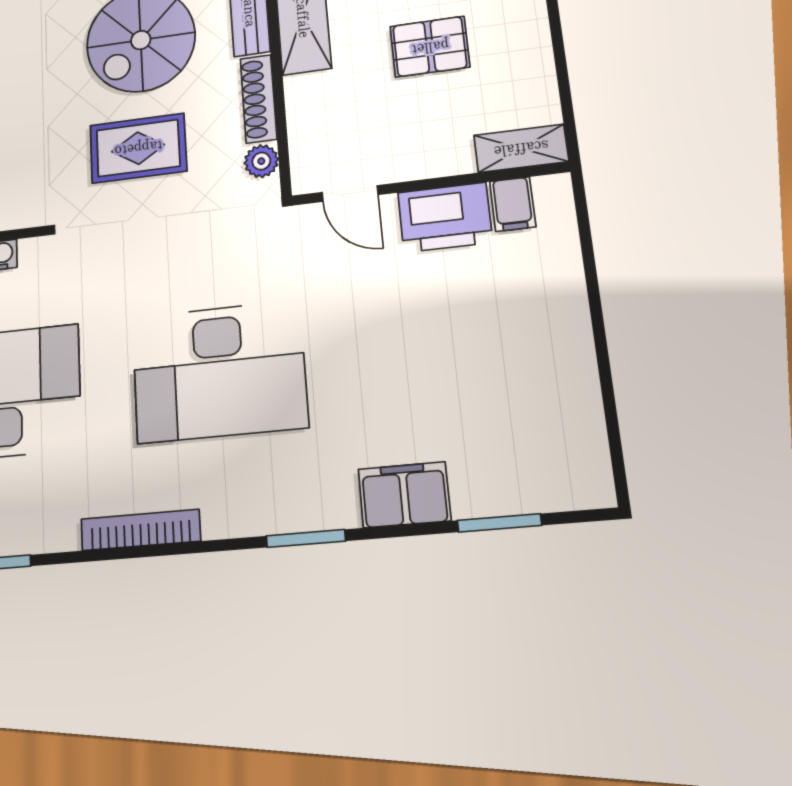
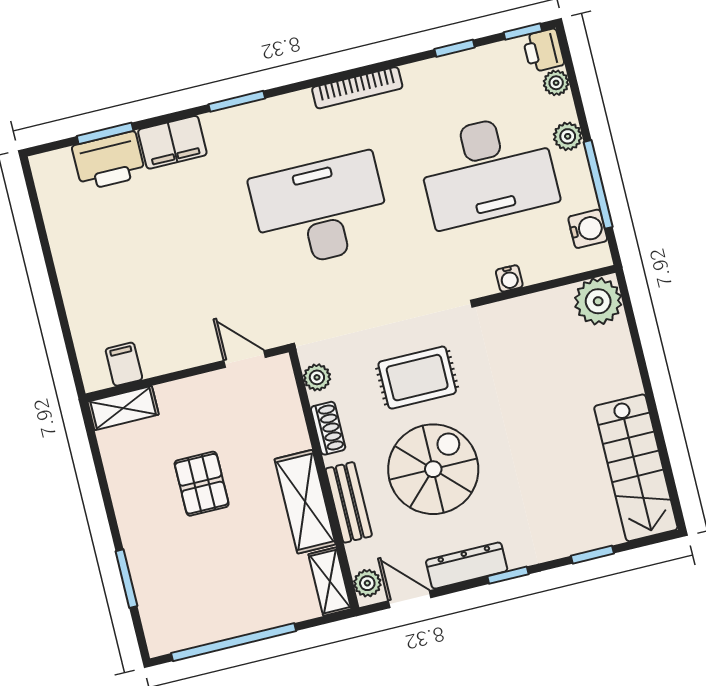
pallet: (430, 47) -> (202, 484), turned 90
shoe rack: (259, 99) -> (328, 428), width x0.70
printer: (445, 217) -> (109, 161), moved, turned 180

